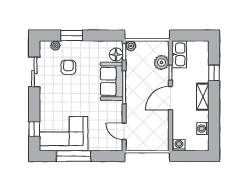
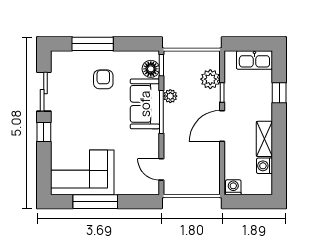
window: (72, 36) -> (93, 44), width x1.44
plant: (55, 46) -> (71, 57), removed
plant: (131, 46) -> (170, 96), moved
kitchen sink: (179, 54) -> (254, 60), moved, turned 90
armchair: (68, 67) -> (103, 79), moved
shelving: (203, 97) -> (264, 139), moved
window: (34, 129) -> (44, 132), moved

